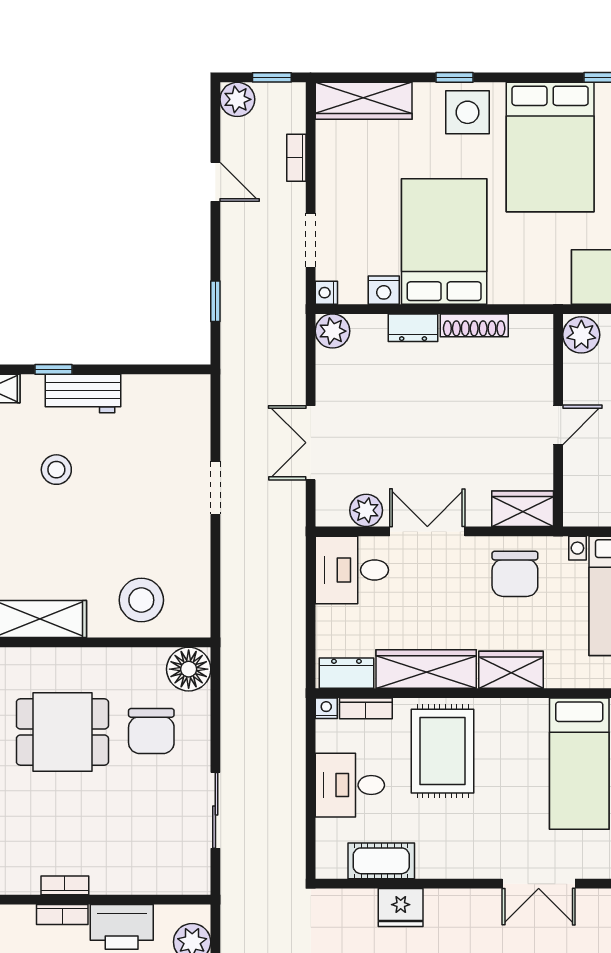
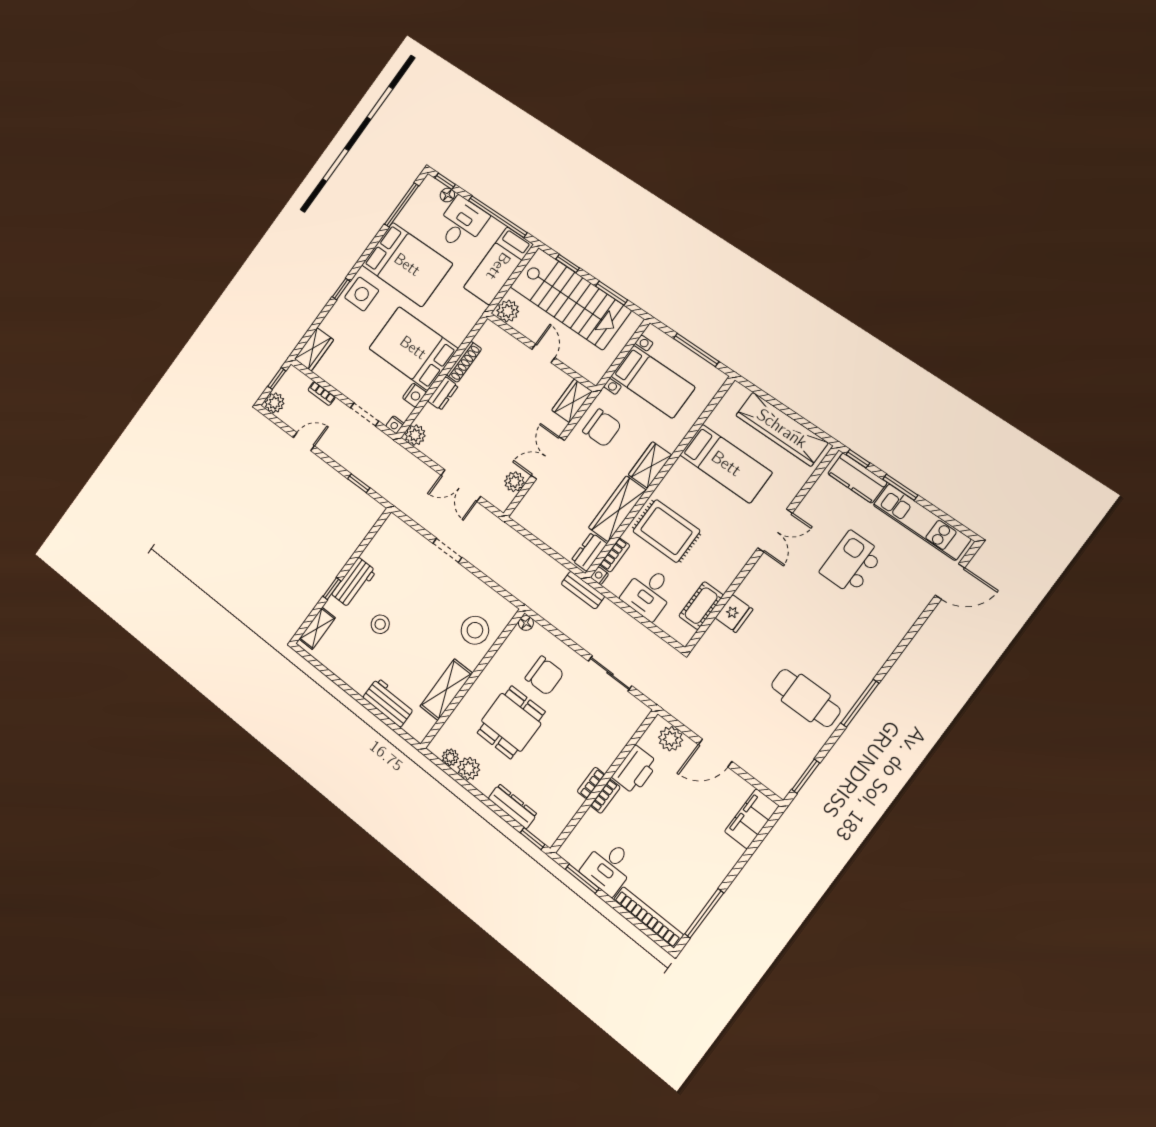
wardrobe: (364, 101) -> (314, 349), width x0.67
desk: (352, 570) -> (539, 511), removed
floor lamp: (189, 669) -> (526, 623), width x0.53, depth x0.53
bench: (293, 701) -> (583, 590), added

